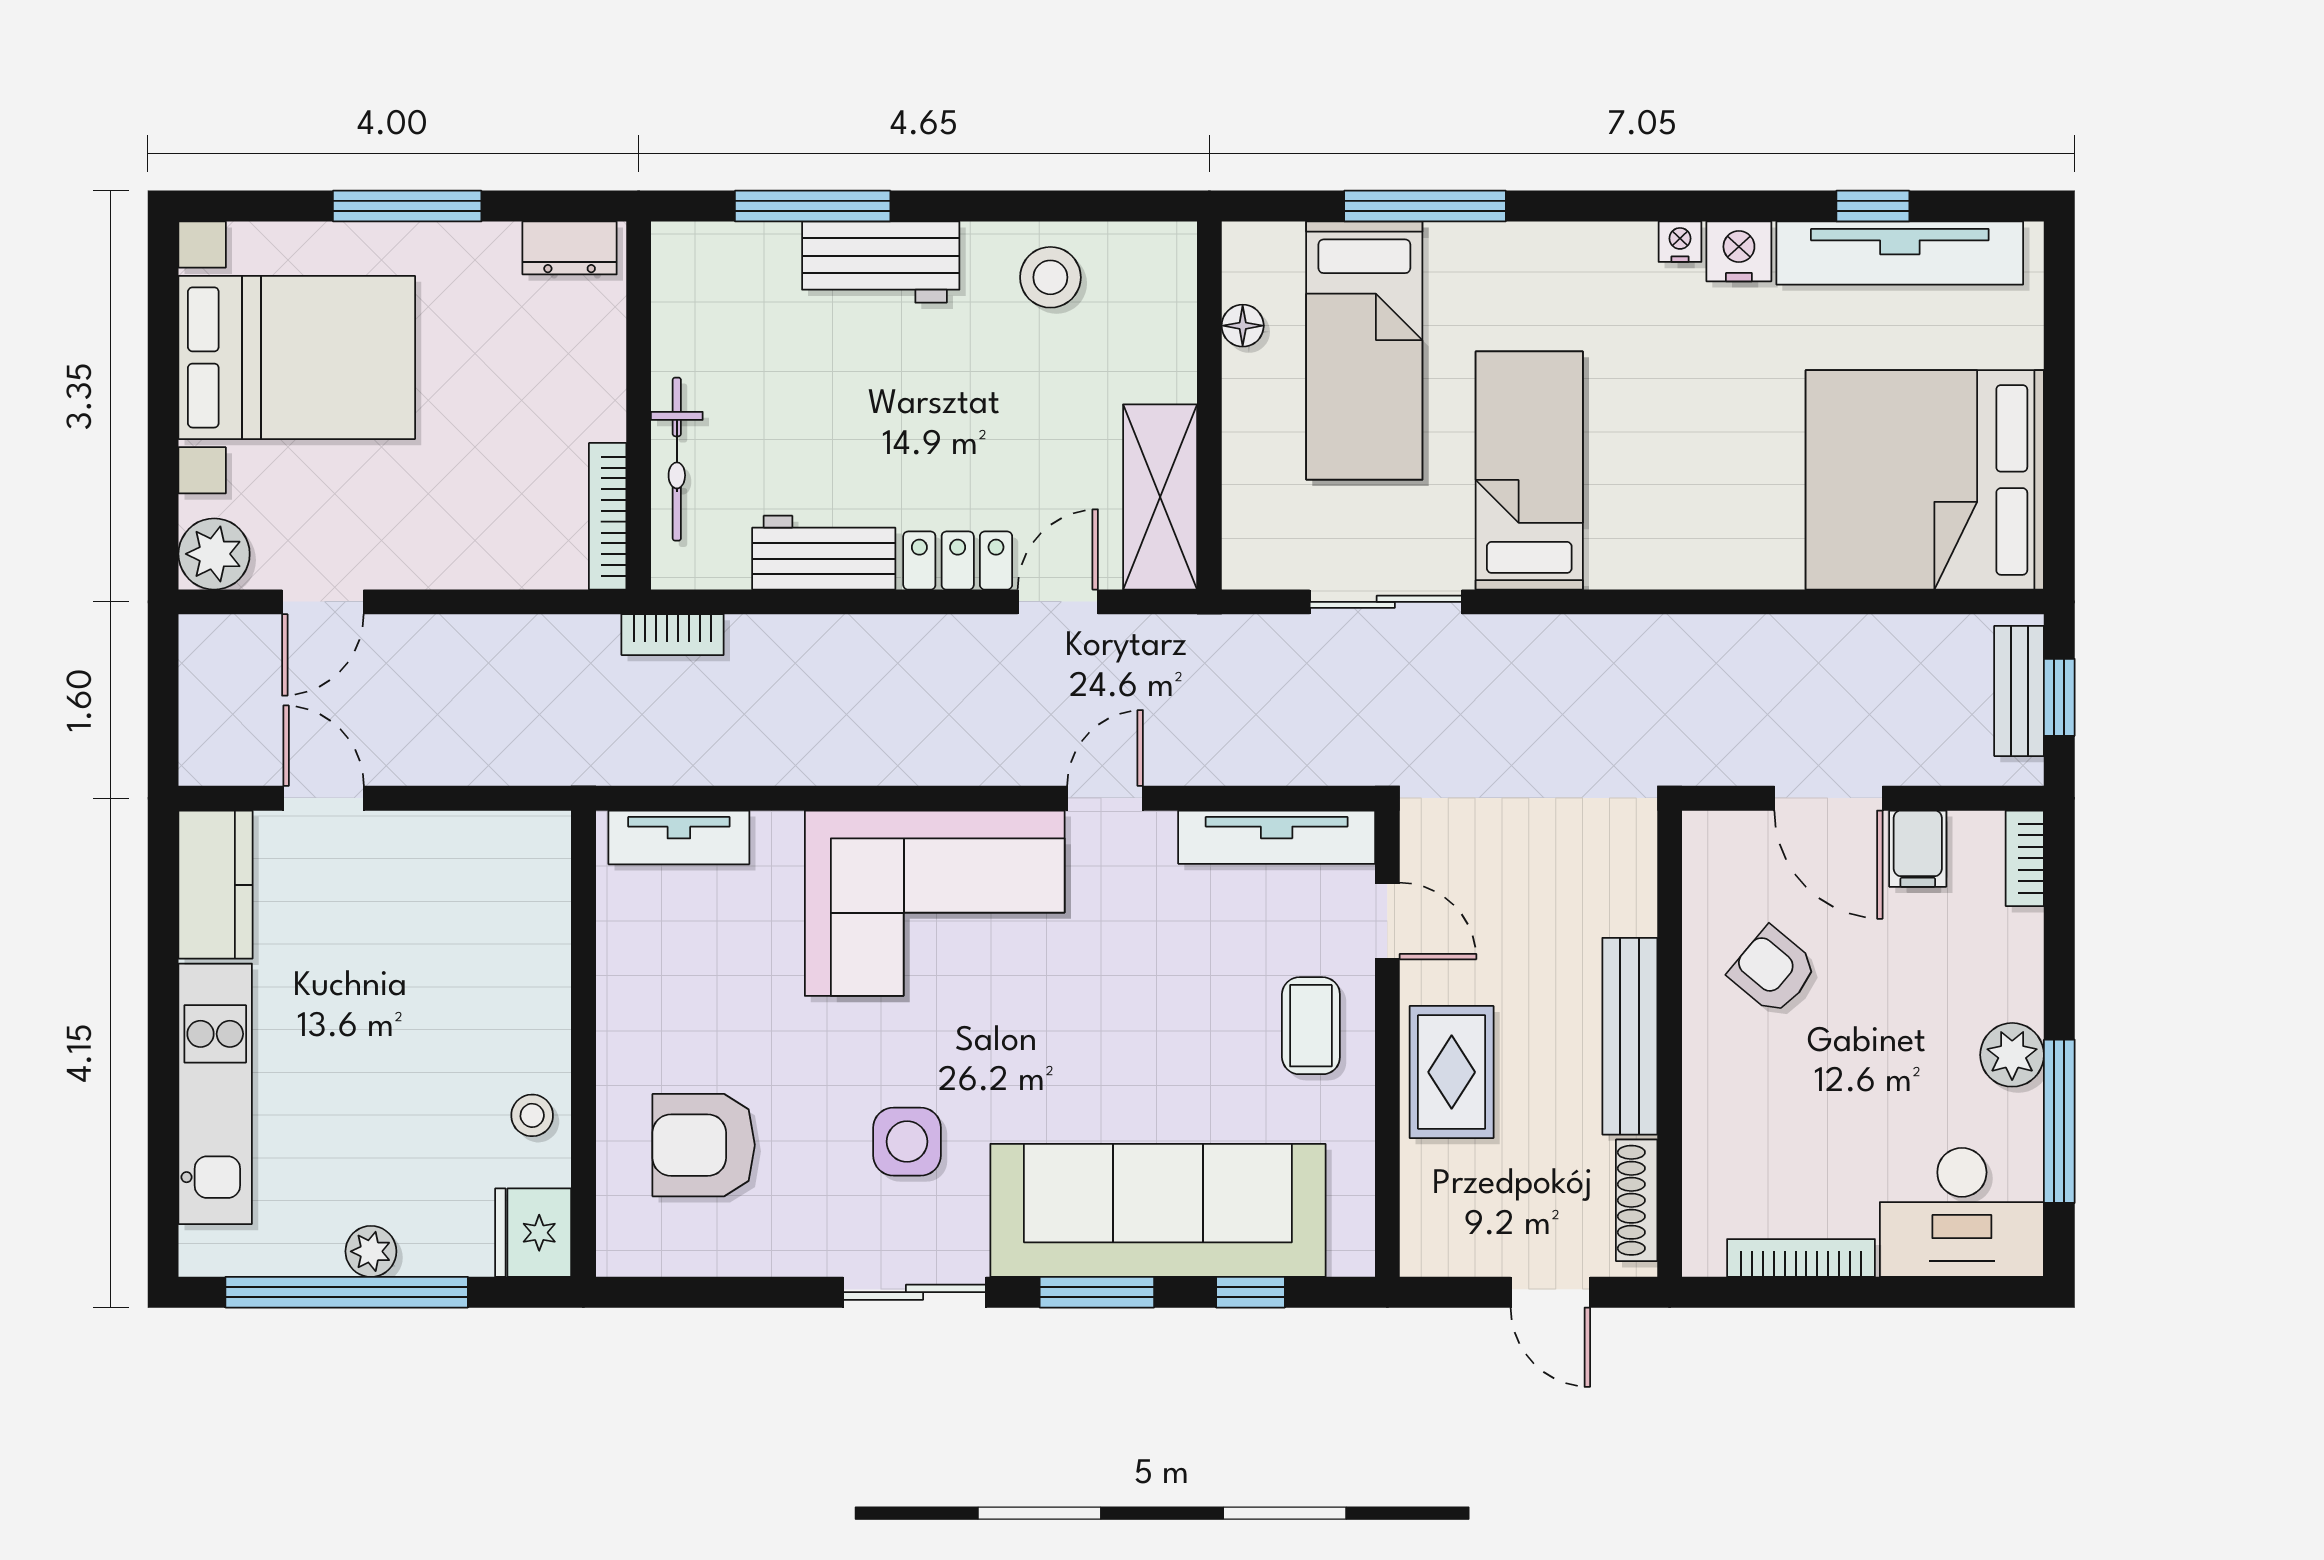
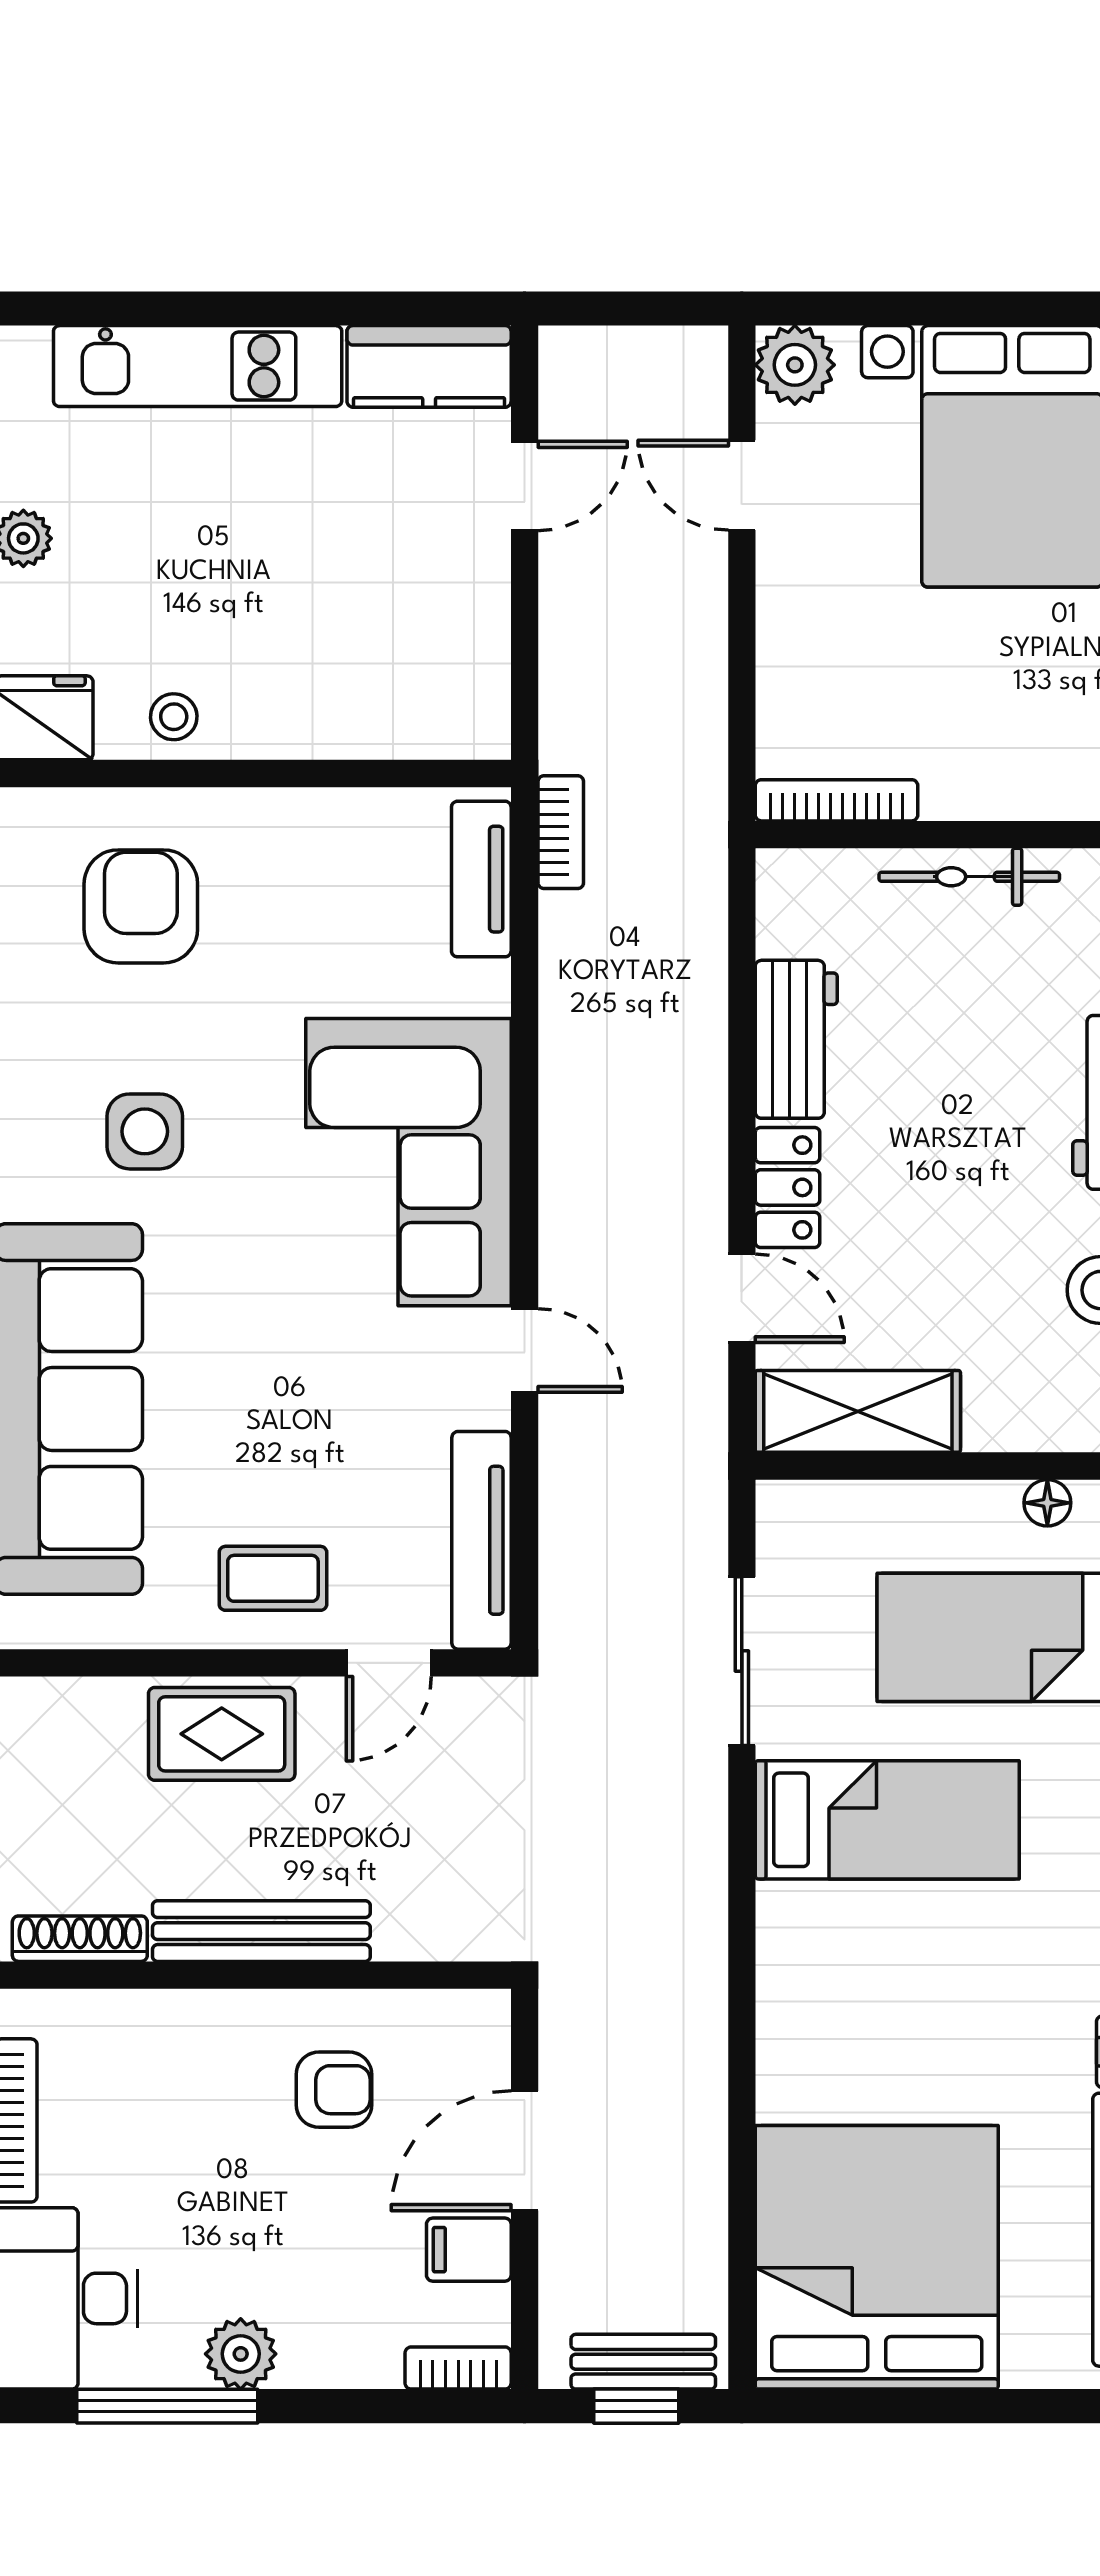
bicycle: (677, 459) -> (969, 877), moved
bookcase: (673, 635) -> (561, 832), moved, turned 180
armchair: (1773, 971) -> (334, 2090), turned 50

